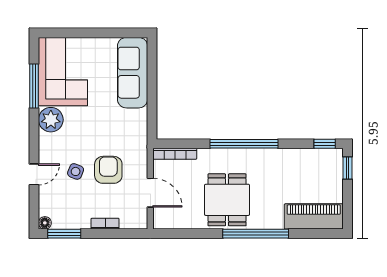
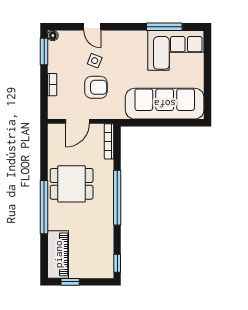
sofa: (133, 73) -> (165, 104), width x1.36, depth x1.27
plant: (51, 120) -> (137, 40), removed
window: (348, 168) -> (70, 282), moved

